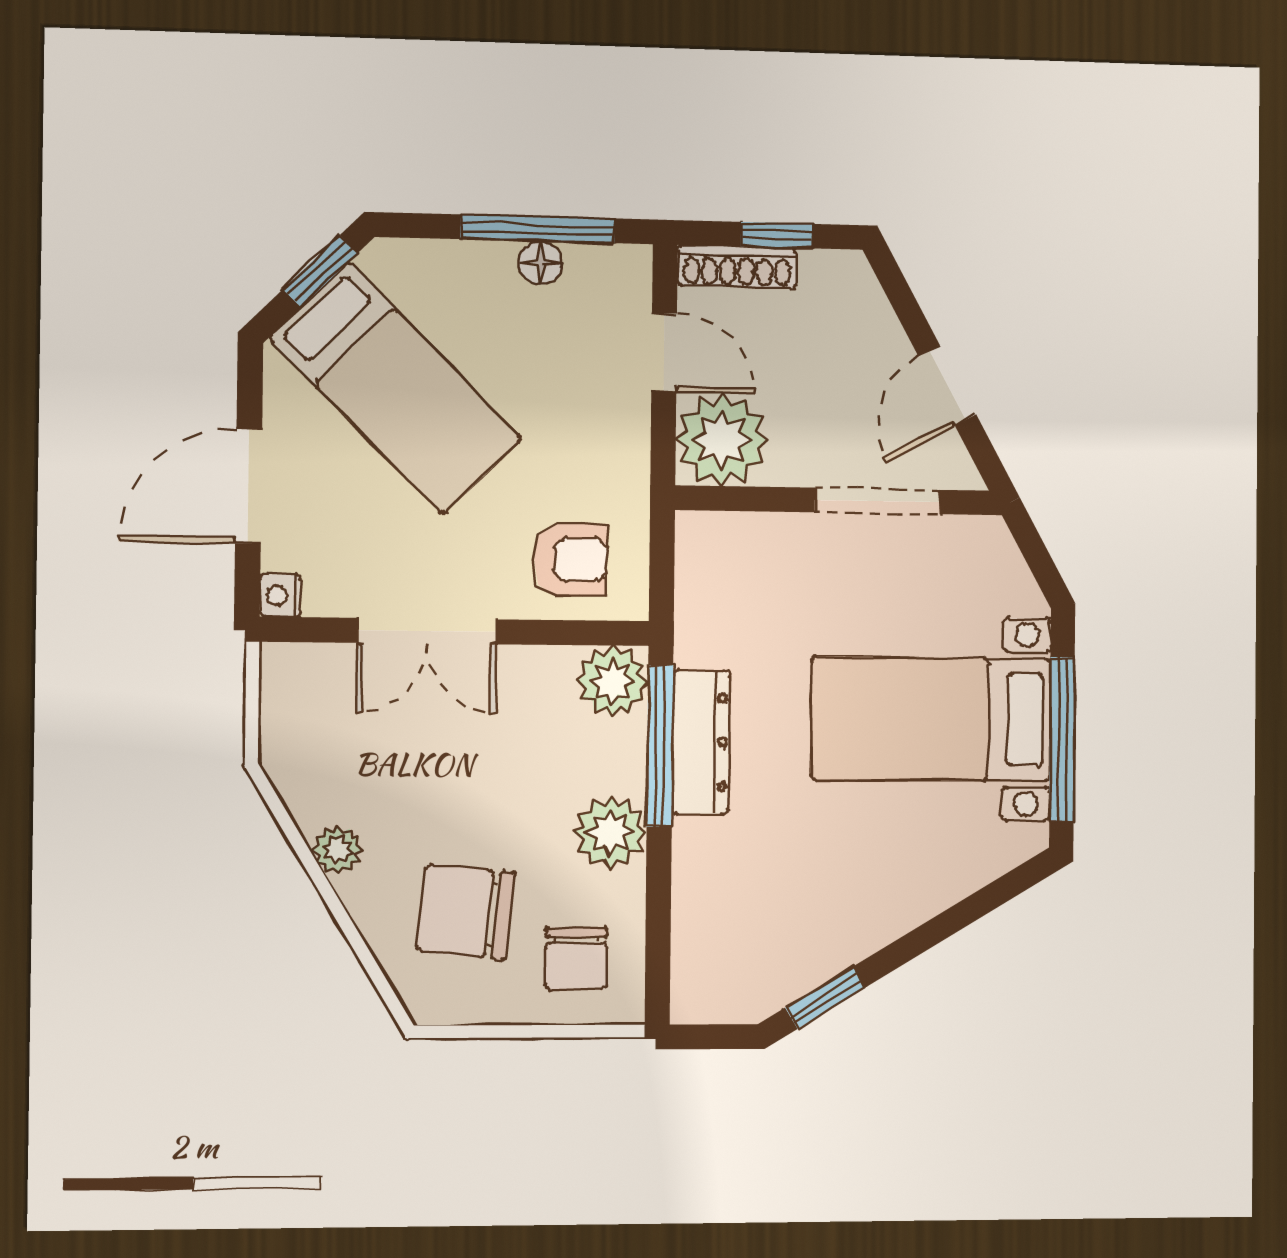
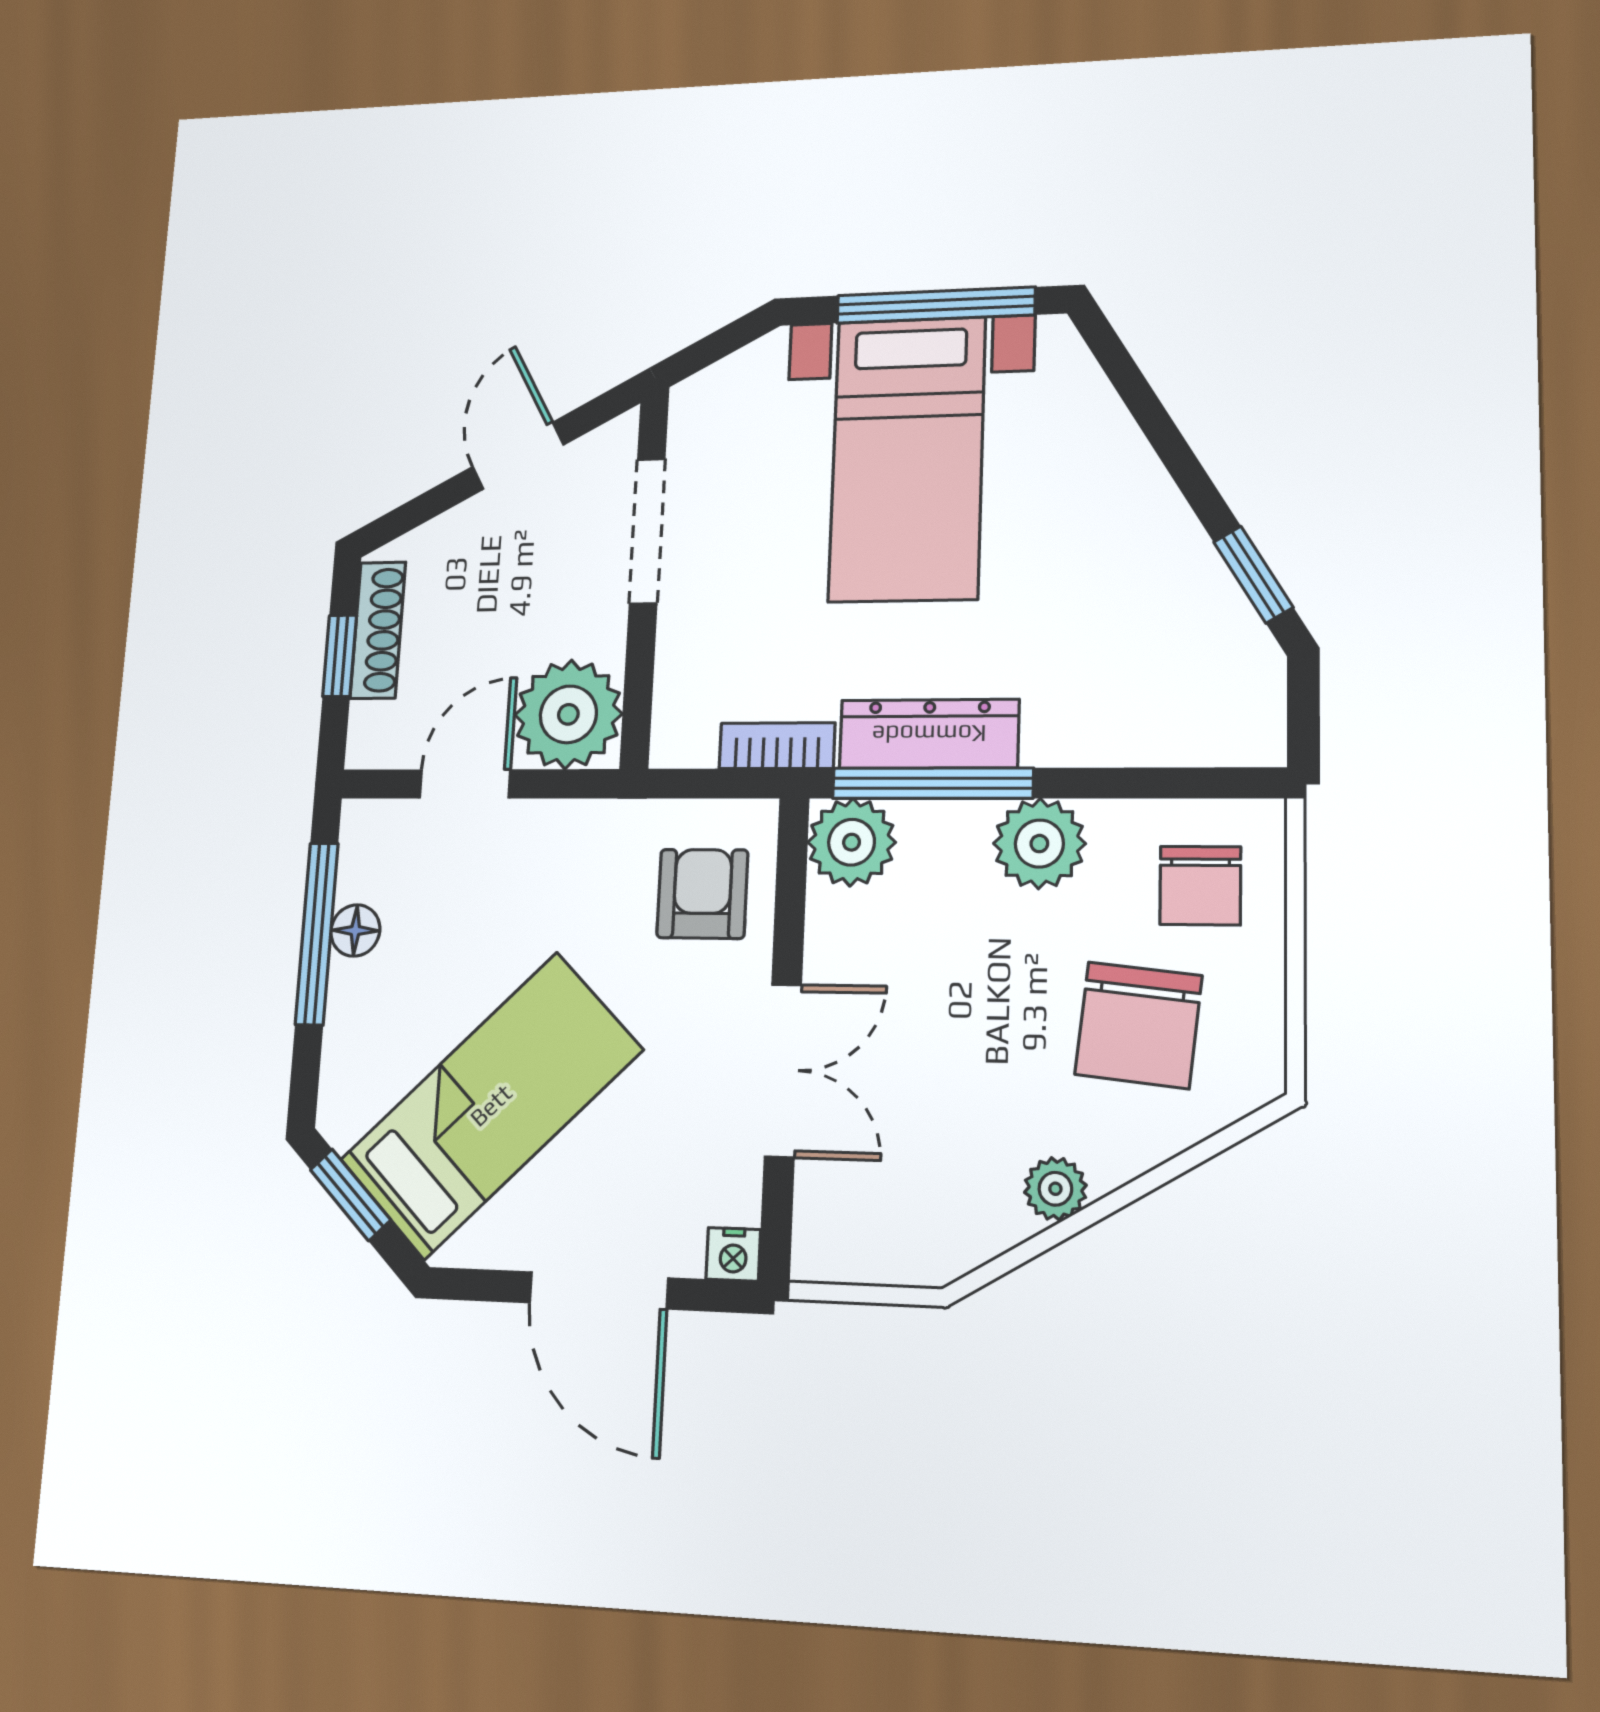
shoe rack: (737, 267) -> (378, 630), moved
door: (947, 385) -> (518, 456), swing flipped
bookcase: (693, 618) -> (777, 746), added
chair: (576, 959) -> (1200, 886), turned 90

